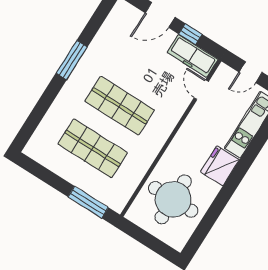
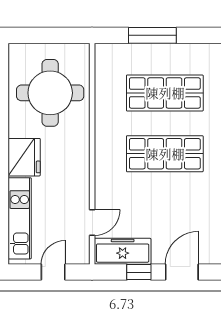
door: (201, 90) -> (92, 223), hinge flipped
window: (88, 202) -> (152, 35), moved

